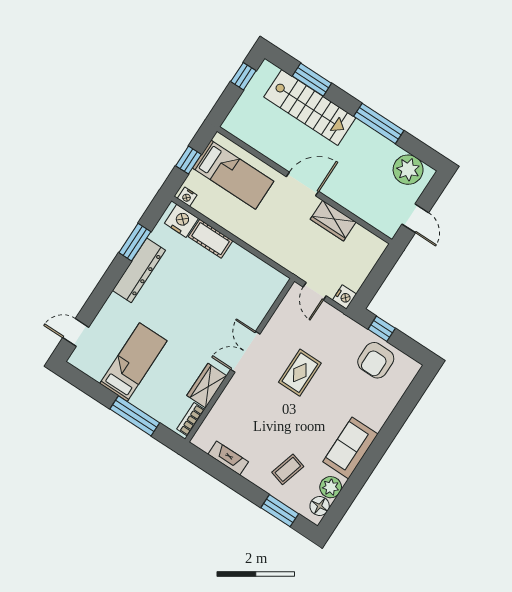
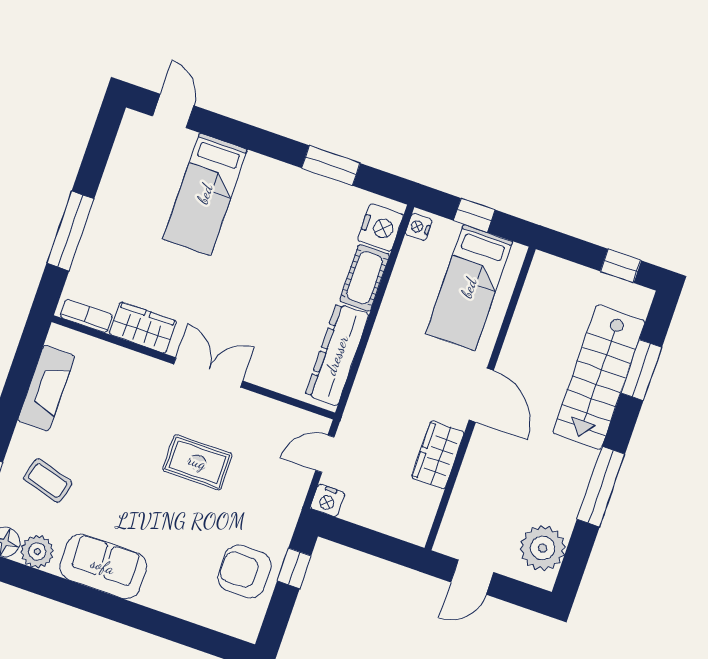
dresser: (139, 270) -> (337, 355), moved, turned 90
bed: (133, 362) -> (205, 194), moved, turned 90
fireplace: (228, 458) -> (46, 388), width x1.37, depth x1.32

